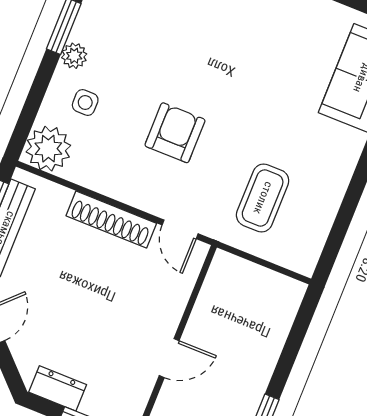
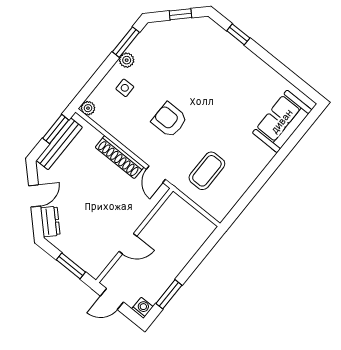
armchair: (175, 133) -> (169, 120), turned -90
plant: (48, 149) -> (88, 108), width x0.53, depth x0.53
dresser: (58, 388) -> (50, 222), moved, turned 45

